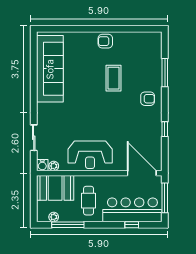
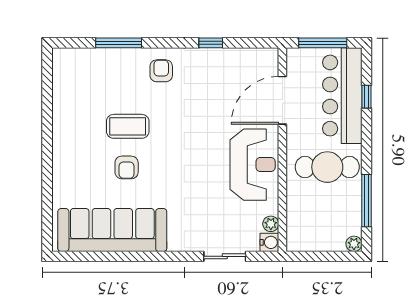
armchair: (105, 41) -> (127, 167), moved
door: (142, 173) -> (282, 100), moved
booth: (55, 188) -> (306, 221), removed
cafe table: (89, 201) -> (327, 167), width x1.37, depth x1.35
plant: (54, 217) -> (354, 244), moved

